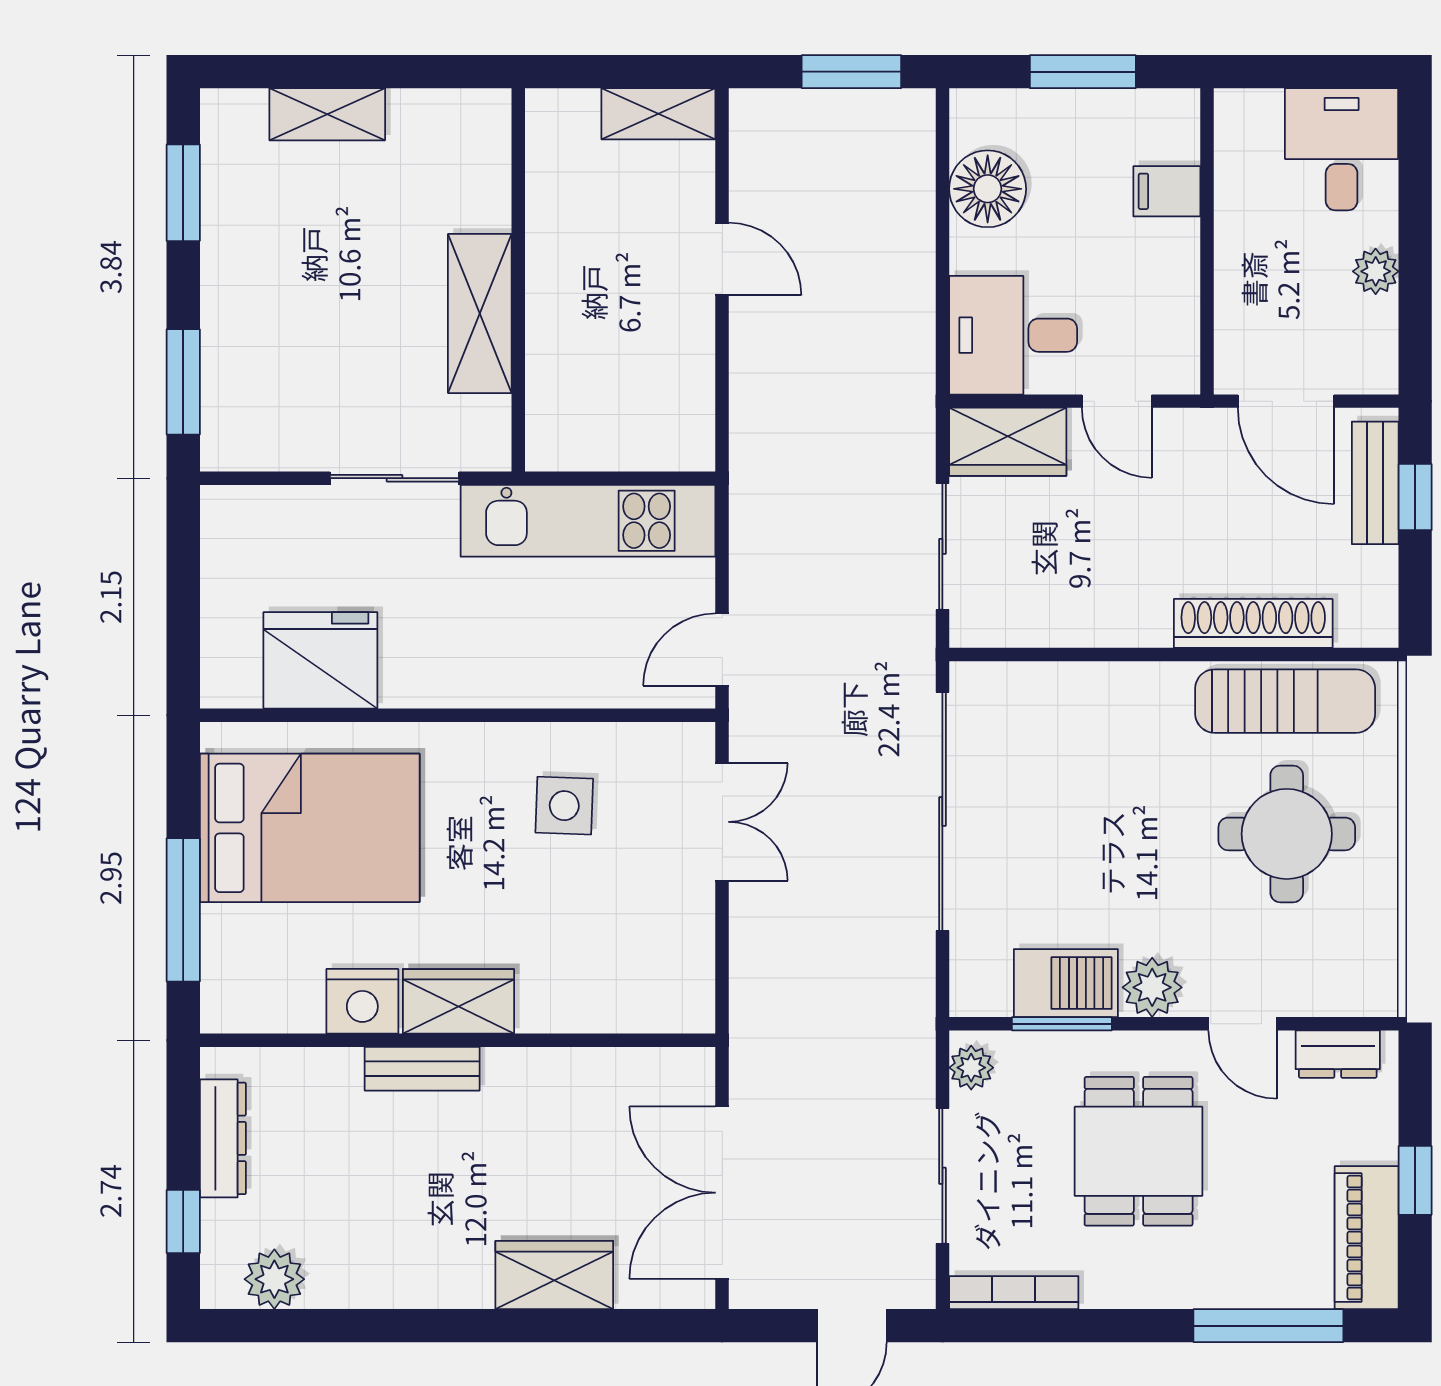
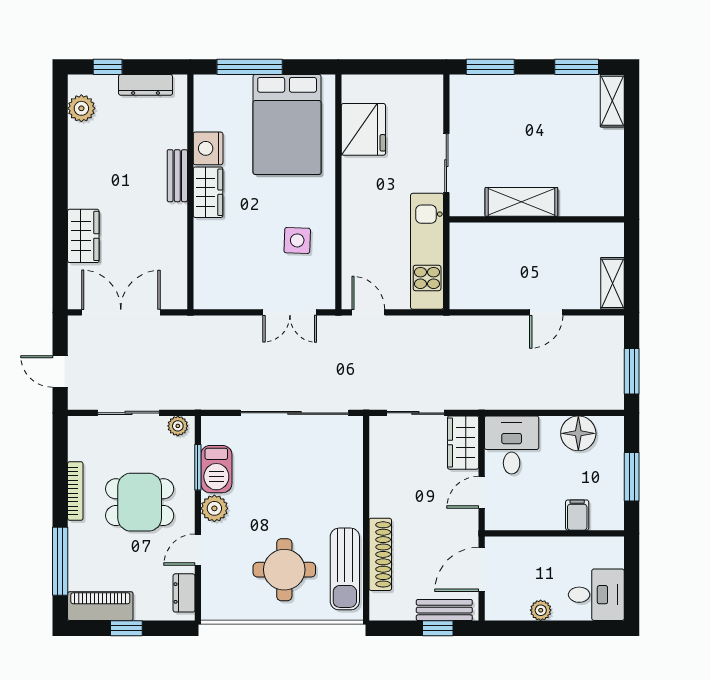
shelving: (327, 114) -> (612, 101), moved
bookcase: (1014, 1293) -> (75, 491), moved

